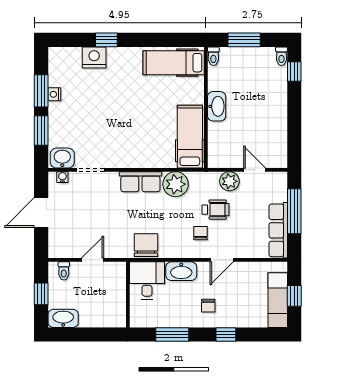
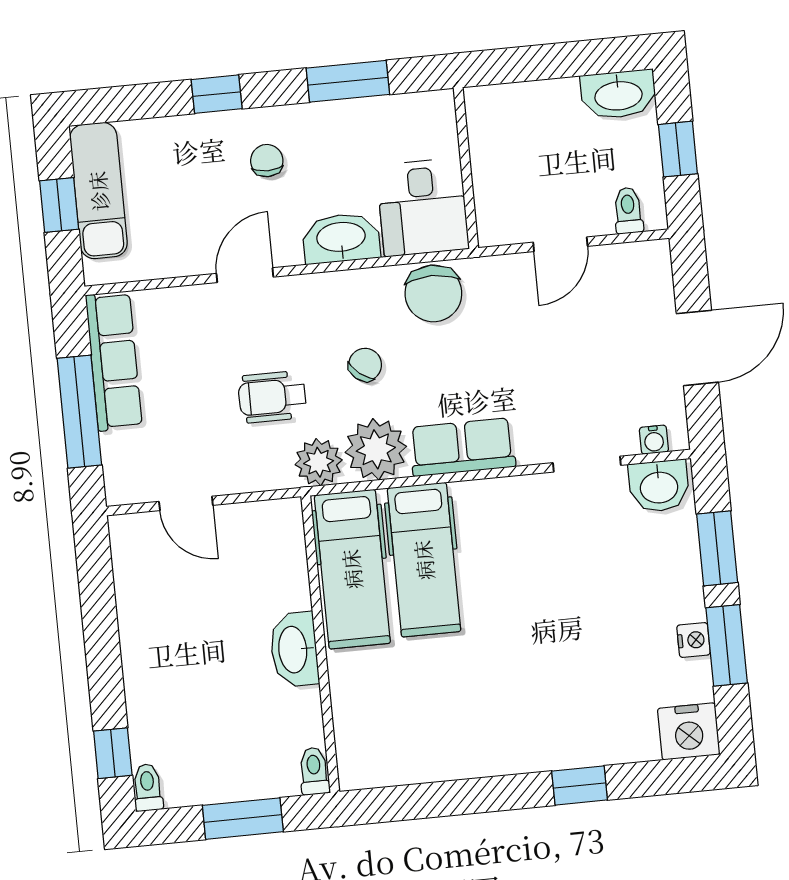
nightstand: (94, 57) -> (689, 731), moved
hospital bed: (174, 63) -> (424, 560), moved, turned 90
plant: (229, 181) -> (319, 462), moved
chair: (201, 233) -> (365, 365), moved, turned -141

